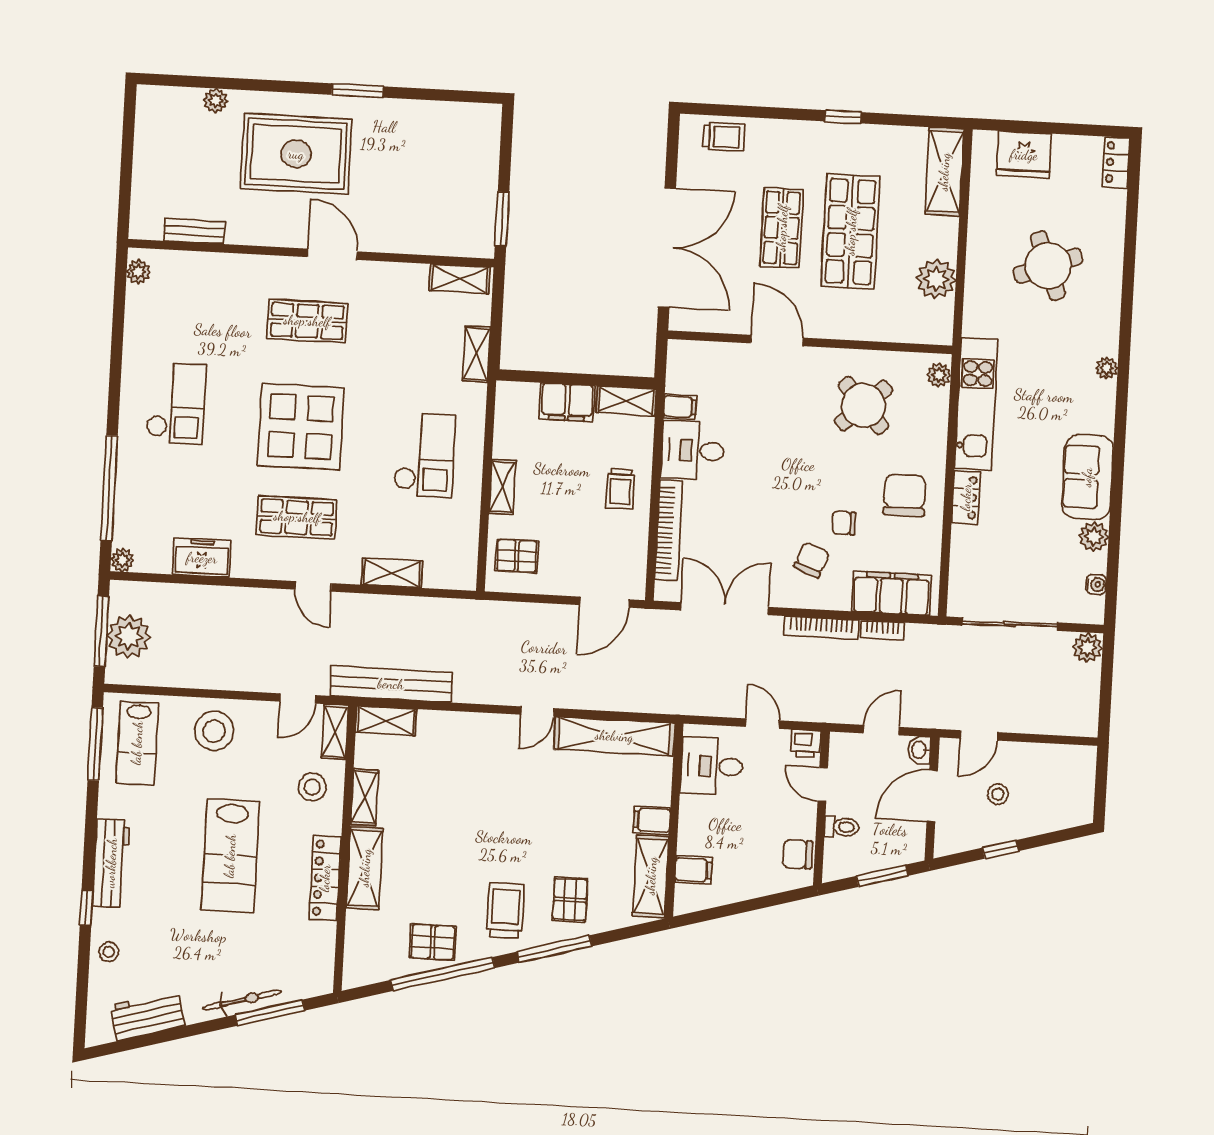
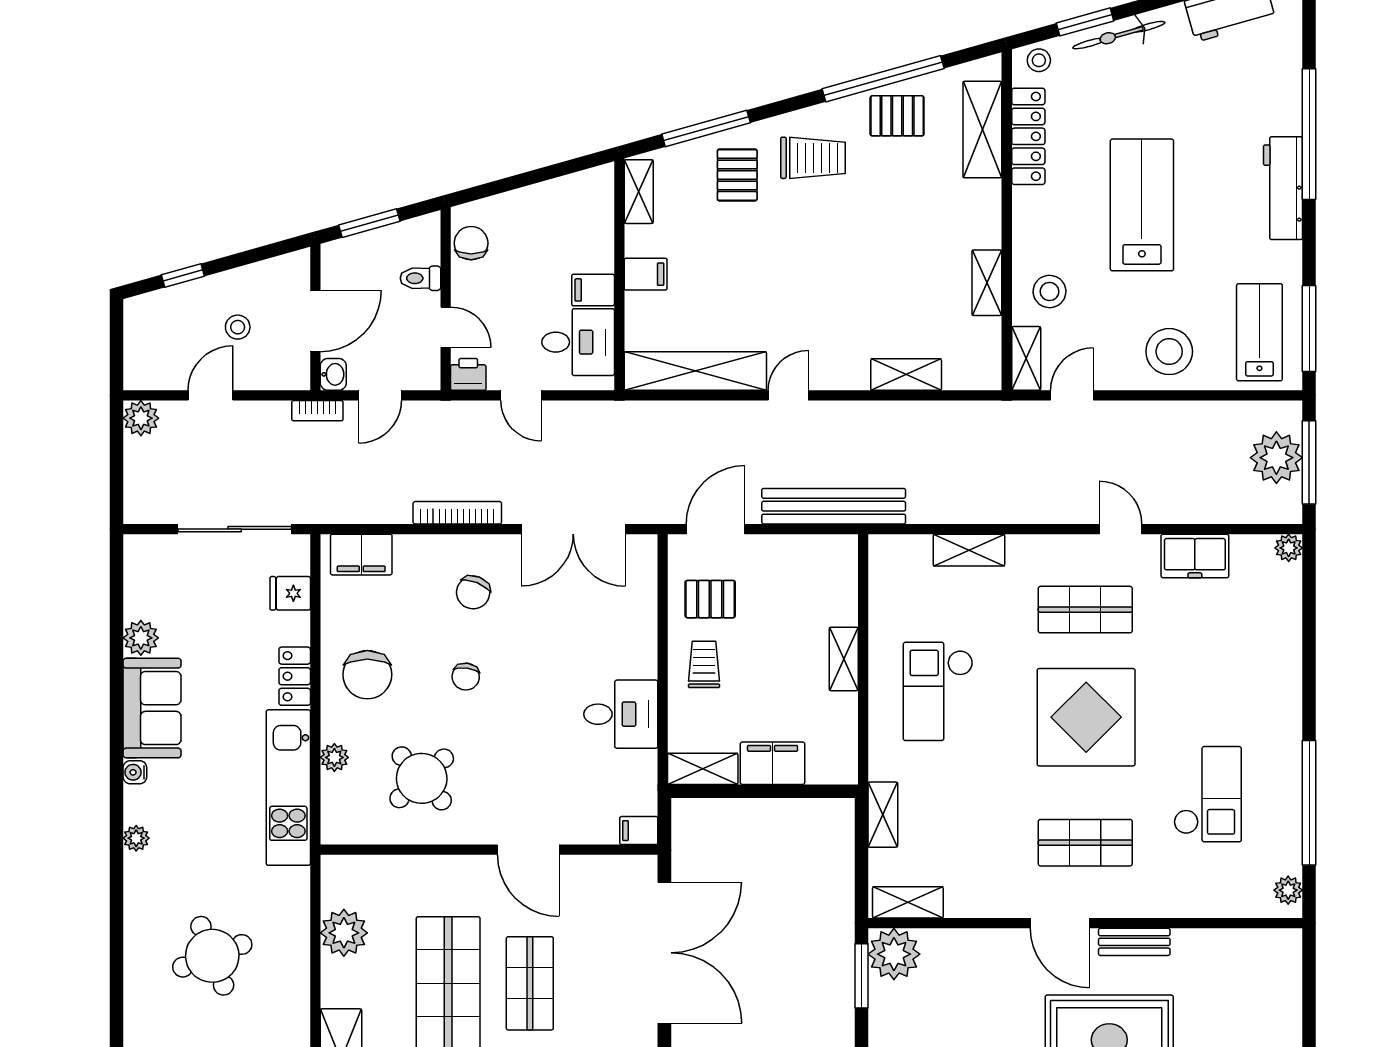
bench: (194, 231) -> (1134, 942), moved
plant: (474, 236) -> (894, 954), added
double door: (667, 248) -> (664, 953), swing flipped
plant: (939, 375) -> (334, 757), moved
checkout: (176, 404) -> (1208, 794), moved, turned 180
filing cabinet: (680, 407) -> (639, 831), moved
window: (109, 488) -> (1309, 803), moved
chair: (844, 523) -> (466, 677), moved, turned 98
bookcase: (669, 530) -> (644, 618), removed
pallet: (517, 556) -> (710, 599), moved
fridge: (966, 567) -> (290, 593), added
water cooler: (1096, 584) -> (135, 772), moved
door: (313, 586) -> (1121, 529), moved
filing cabinet: (891, 593) -> (361, 555), width x0.67, depth x0.86
bookcase: (882, 630) -> (317, 411), moved, turned 180
plant: (1088, 648) -> (141, 418), moved
bench: (391, 684) -> (834, 506), moved
shelving: (386, 721) -> (906, 375), moved
door: (979, 735) -> (210, 395), moved
window: (1000, 849) -> (183, 276), moved
chair: (797, 854) -> (471, 243), turned -90
shelving: (365, 868) -> (982, 130), moved
filing cabinet: (694, 870) -> (593, 290), moved
shelving: (651, 876) -> (639, 192), width x0.67, depth x0.75
locker: (325, 878) -> (1028, 136), moved
window: (86, 908) -> (1309, 134), width x3.17
trolley: (505, 911) -> (813, 158), turned -90
window: (554, 949) -> (706, 128), moved
stool: (109, 952) -> (1039, 60), moved
window: (270, 1013) -> (1085, 22), width x0.69

